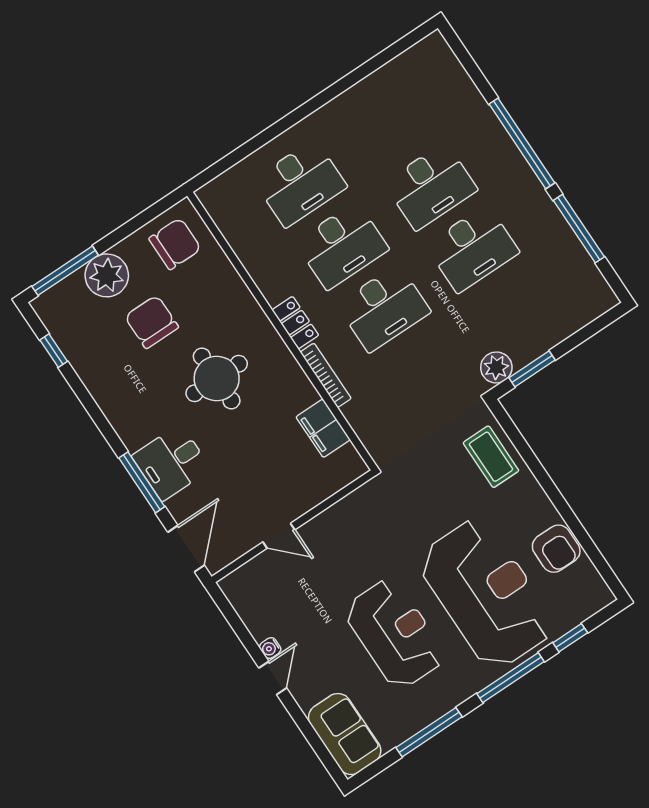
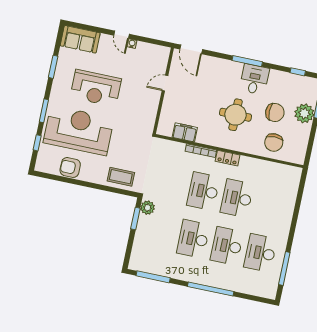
window: (375, 63) -> (284, 268), added
desk: (300, 183) -> (260, 253), moved
window: (579, 229) -> (153, 277), moved
chair: (175, 244) -> (274, 143), moved
desk: (171, 462) -> (254, 79), moved
window: (142, 482) -> (247, 61), moved
reception desk: (486, 594) -> (79, 130), turned 180
window: (511, 678) -> (44, 111), width x0.69
window: (429, 732) -> (53, 67), width x0.69

